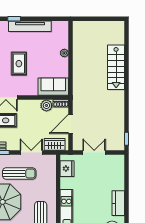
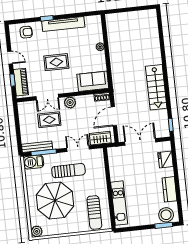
rug: (19, 64) -> (56, 62), turned 90
stairs: (116, 67) -> (156, 87), moved
plant: (46, 105) -> (70, 103), moved
double door: (94, 152) -> (140, 142), width x1.37
fridge: (67, 169) -> (166, 160), moved, turned 180

